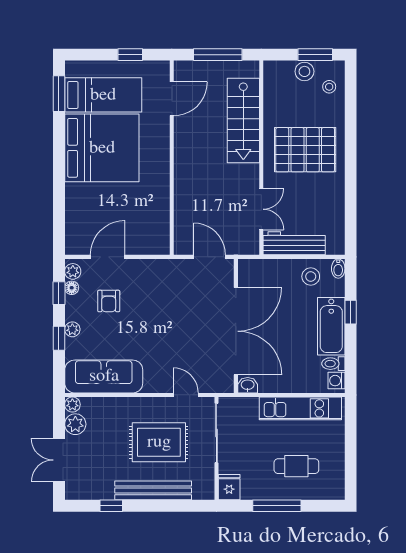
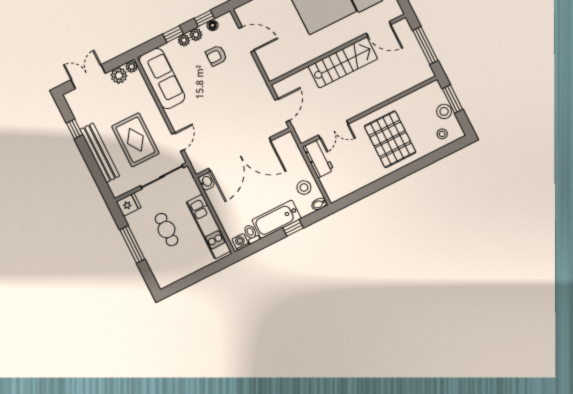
window: (315, 55) -> (452, 99), moved
stairs: (243, 121) -> (343, 62), moved, turned 180
workbench: (294, 243) -> (318, 158), width x0.73
plant: (73, 271) -> (196, 35), moved
cafe table: (296, 466) -> (167, 230), moved

